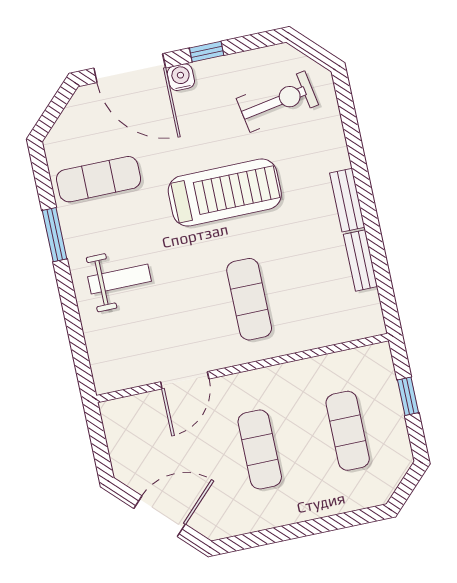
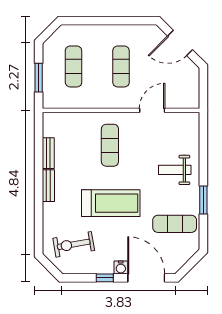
treadmill: (225, 193) -> (111, 203), turned 180
window: (408, 396) -> (39, 78), width x1.50

